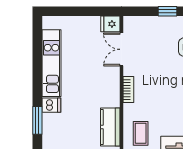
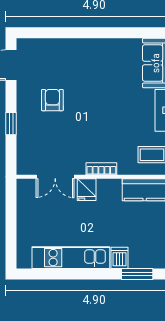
fridge: (110, 24) -> (87, 190), moved

